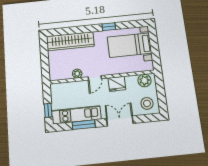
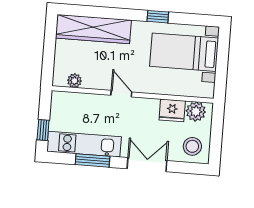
plant: (77, 74) -> (74, 81), moved
door: (95, 78) -> (121, 94), swing flipped
fridge: (117, 84) -> (172, 110), moved

